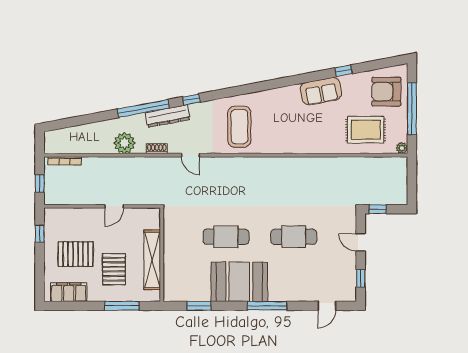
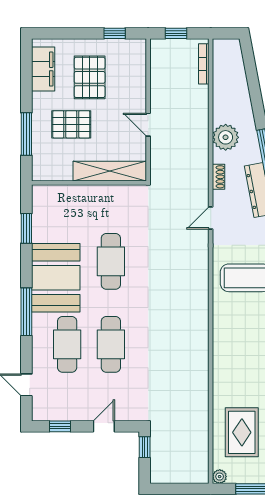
shelving: (152, 260) -> (110, 171), moved
cafe table: (294, 273) -> (67, 344), added

